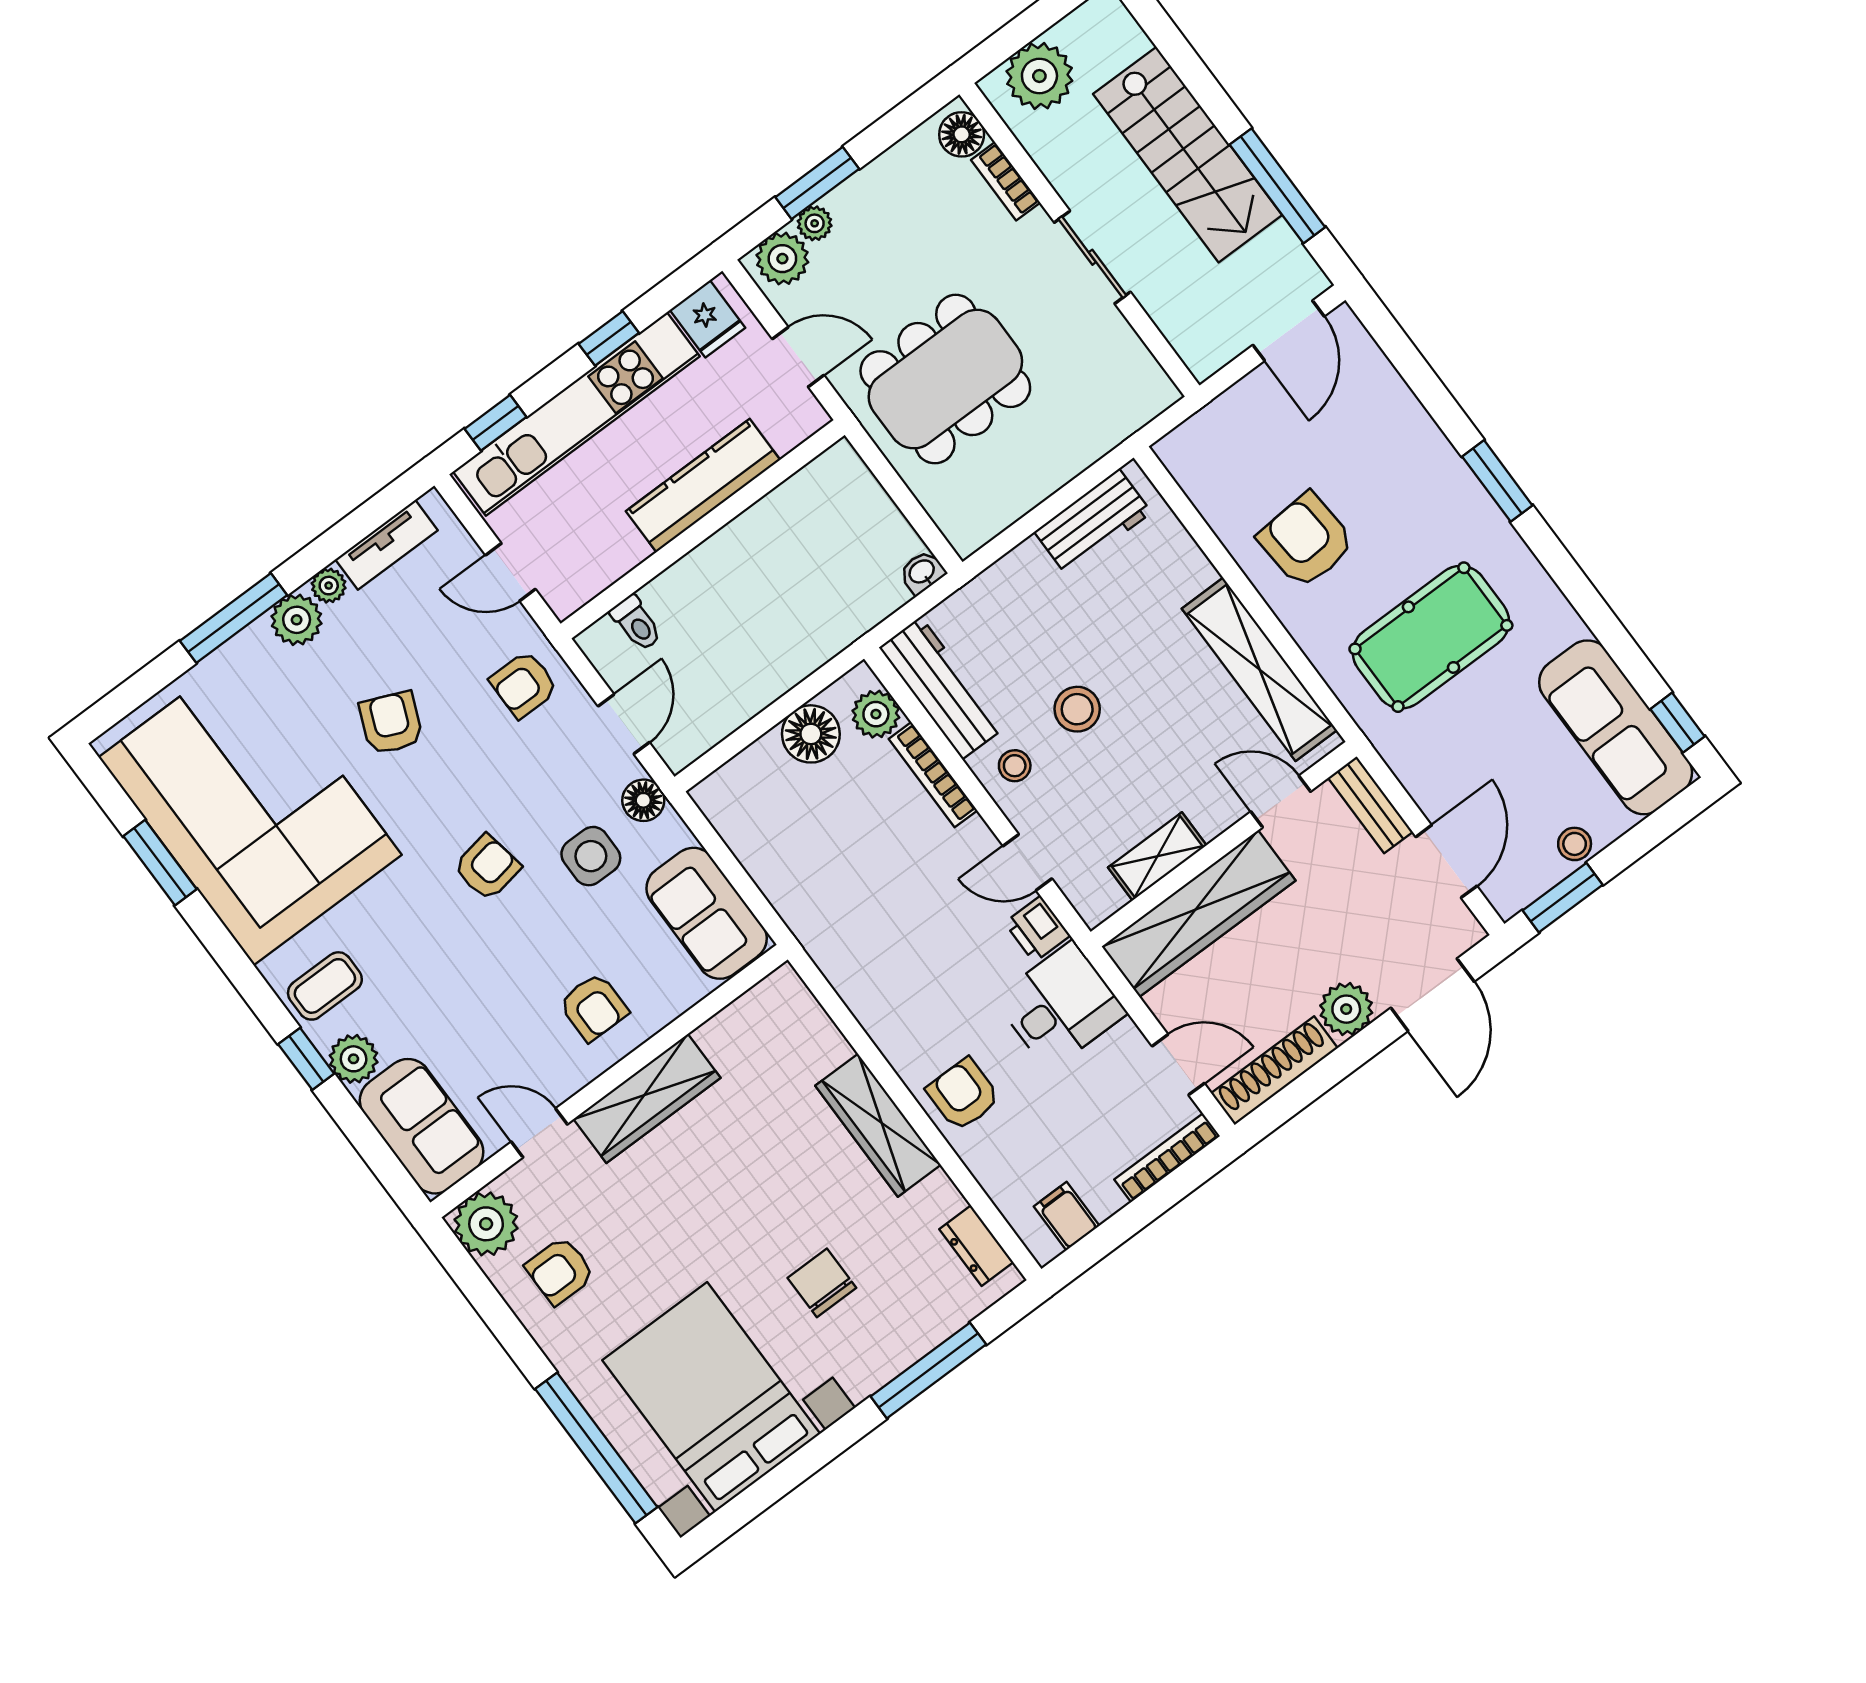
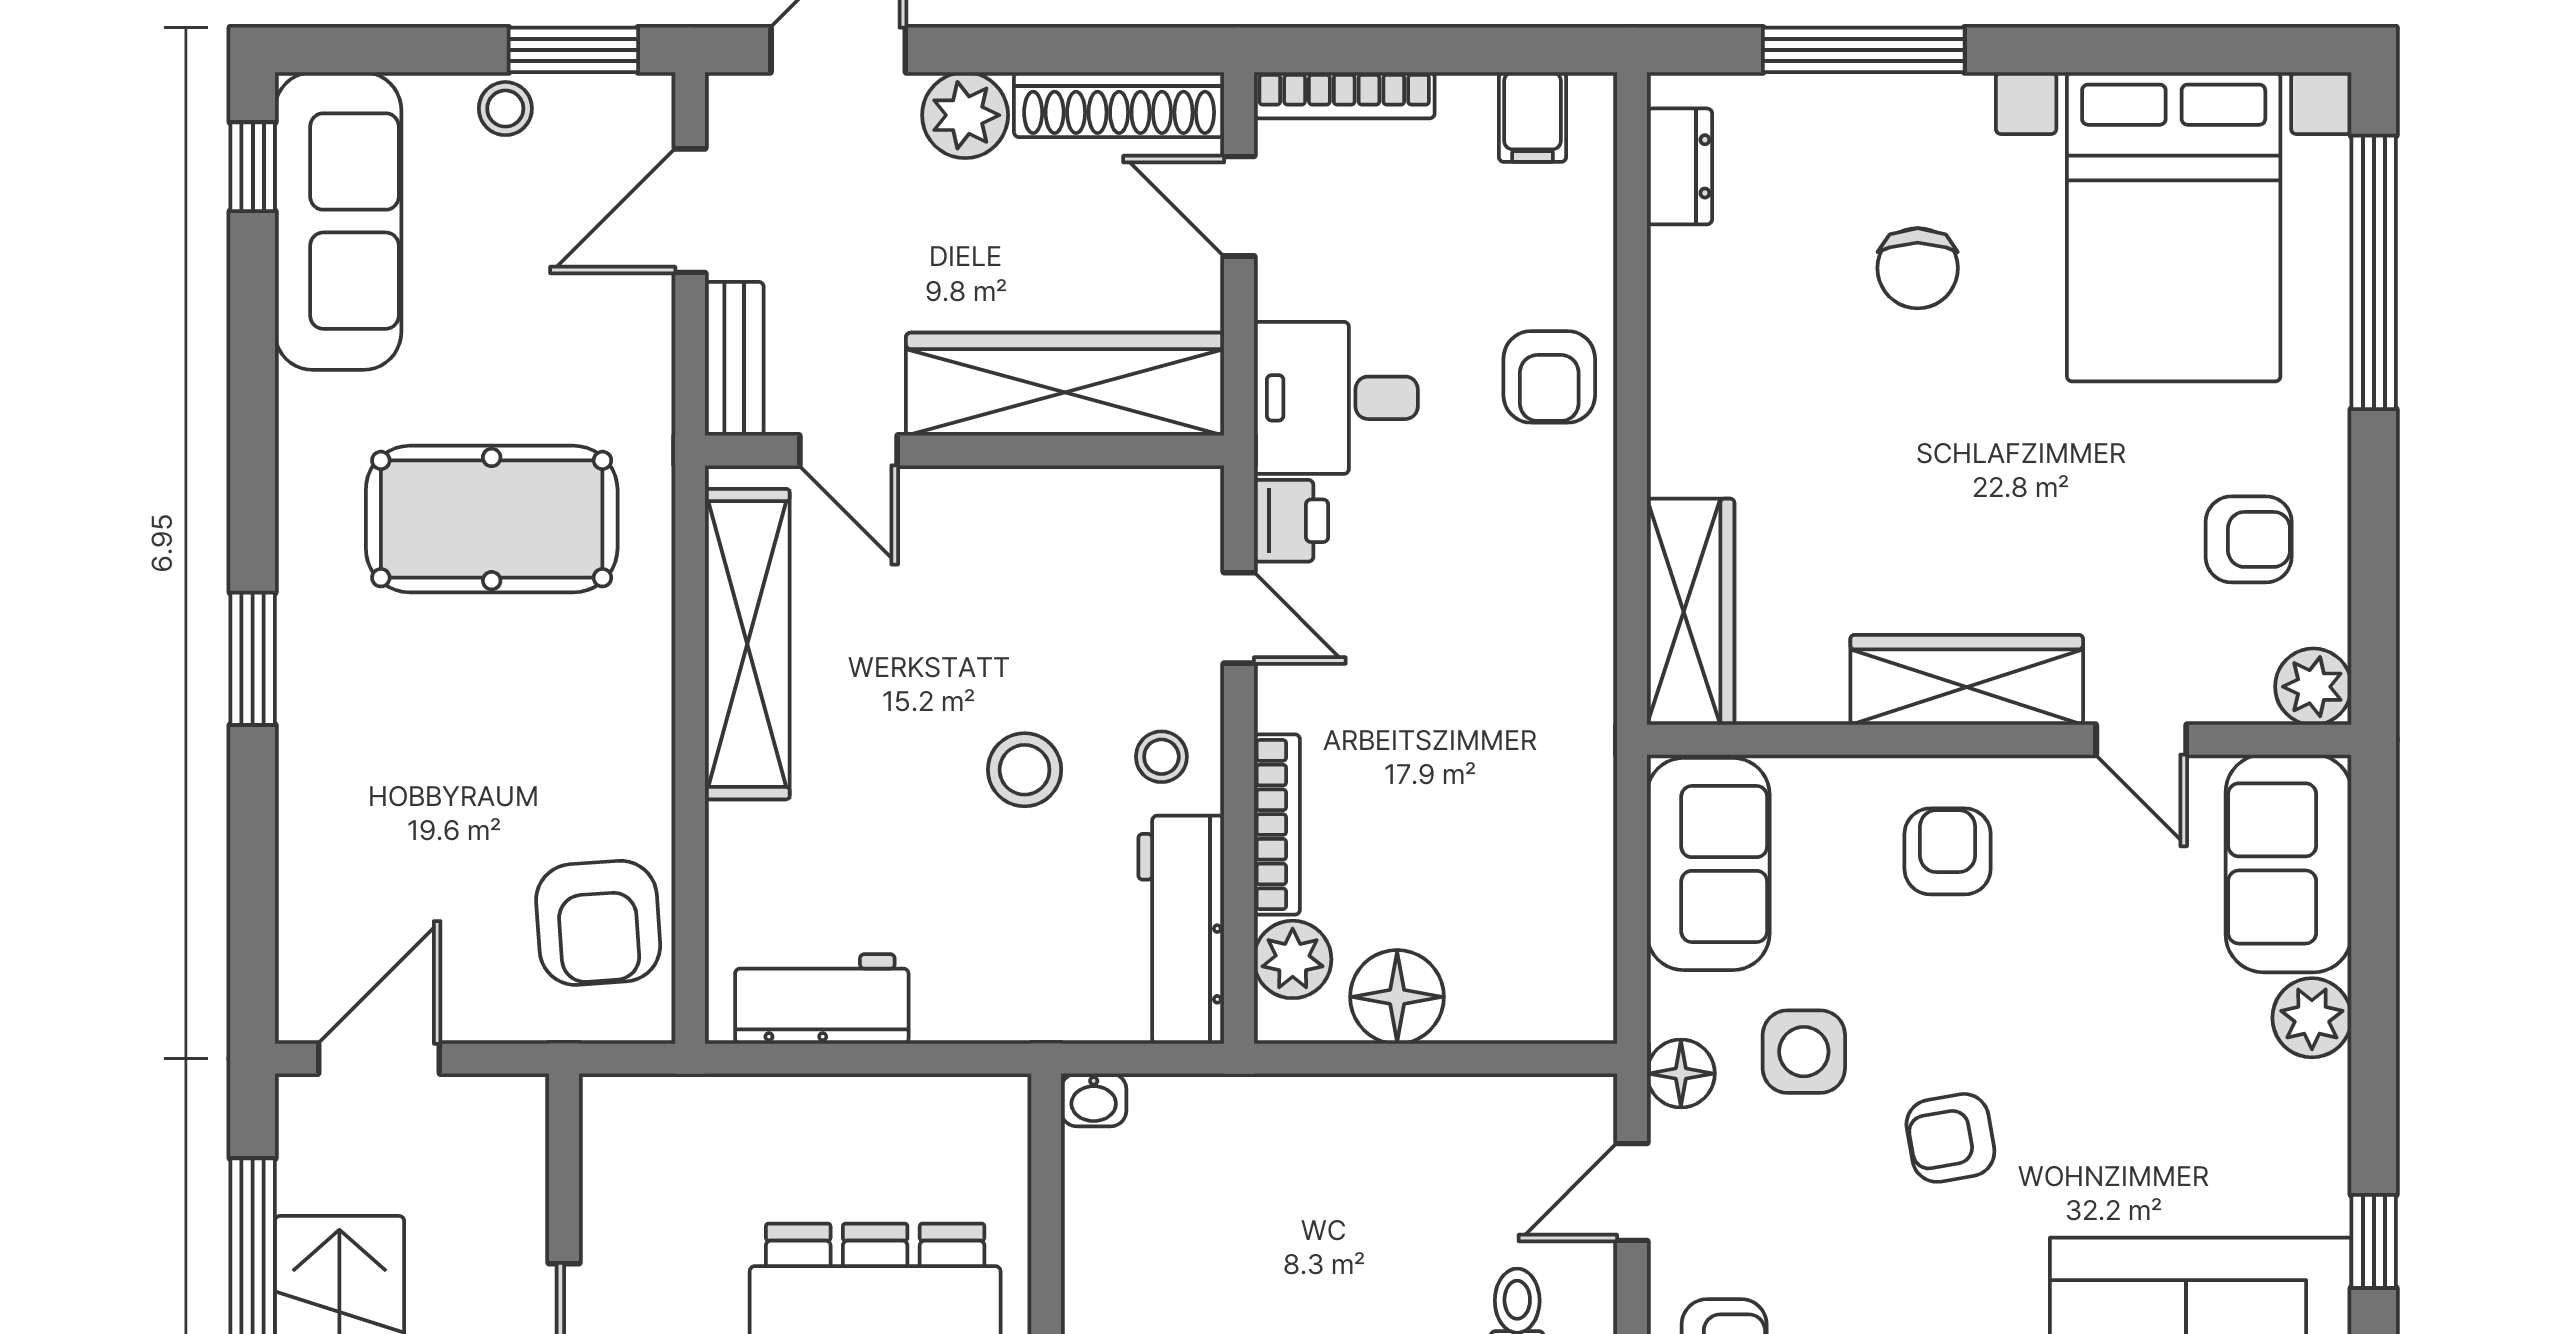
armchair: (1306, 540) -> (598, 923), moved
shelving: (1157, 856) -> (1063, 499), removed
coffee table: (325, 986) -> (2278, 1141), removed
window: (306, 1059) -> (2374, 1241), moved
wardrobe: (878, 1125) -> (1691, 612), moved
plant: (486, 1224) -> (2313, 687), width x0.73, depth x0.73

